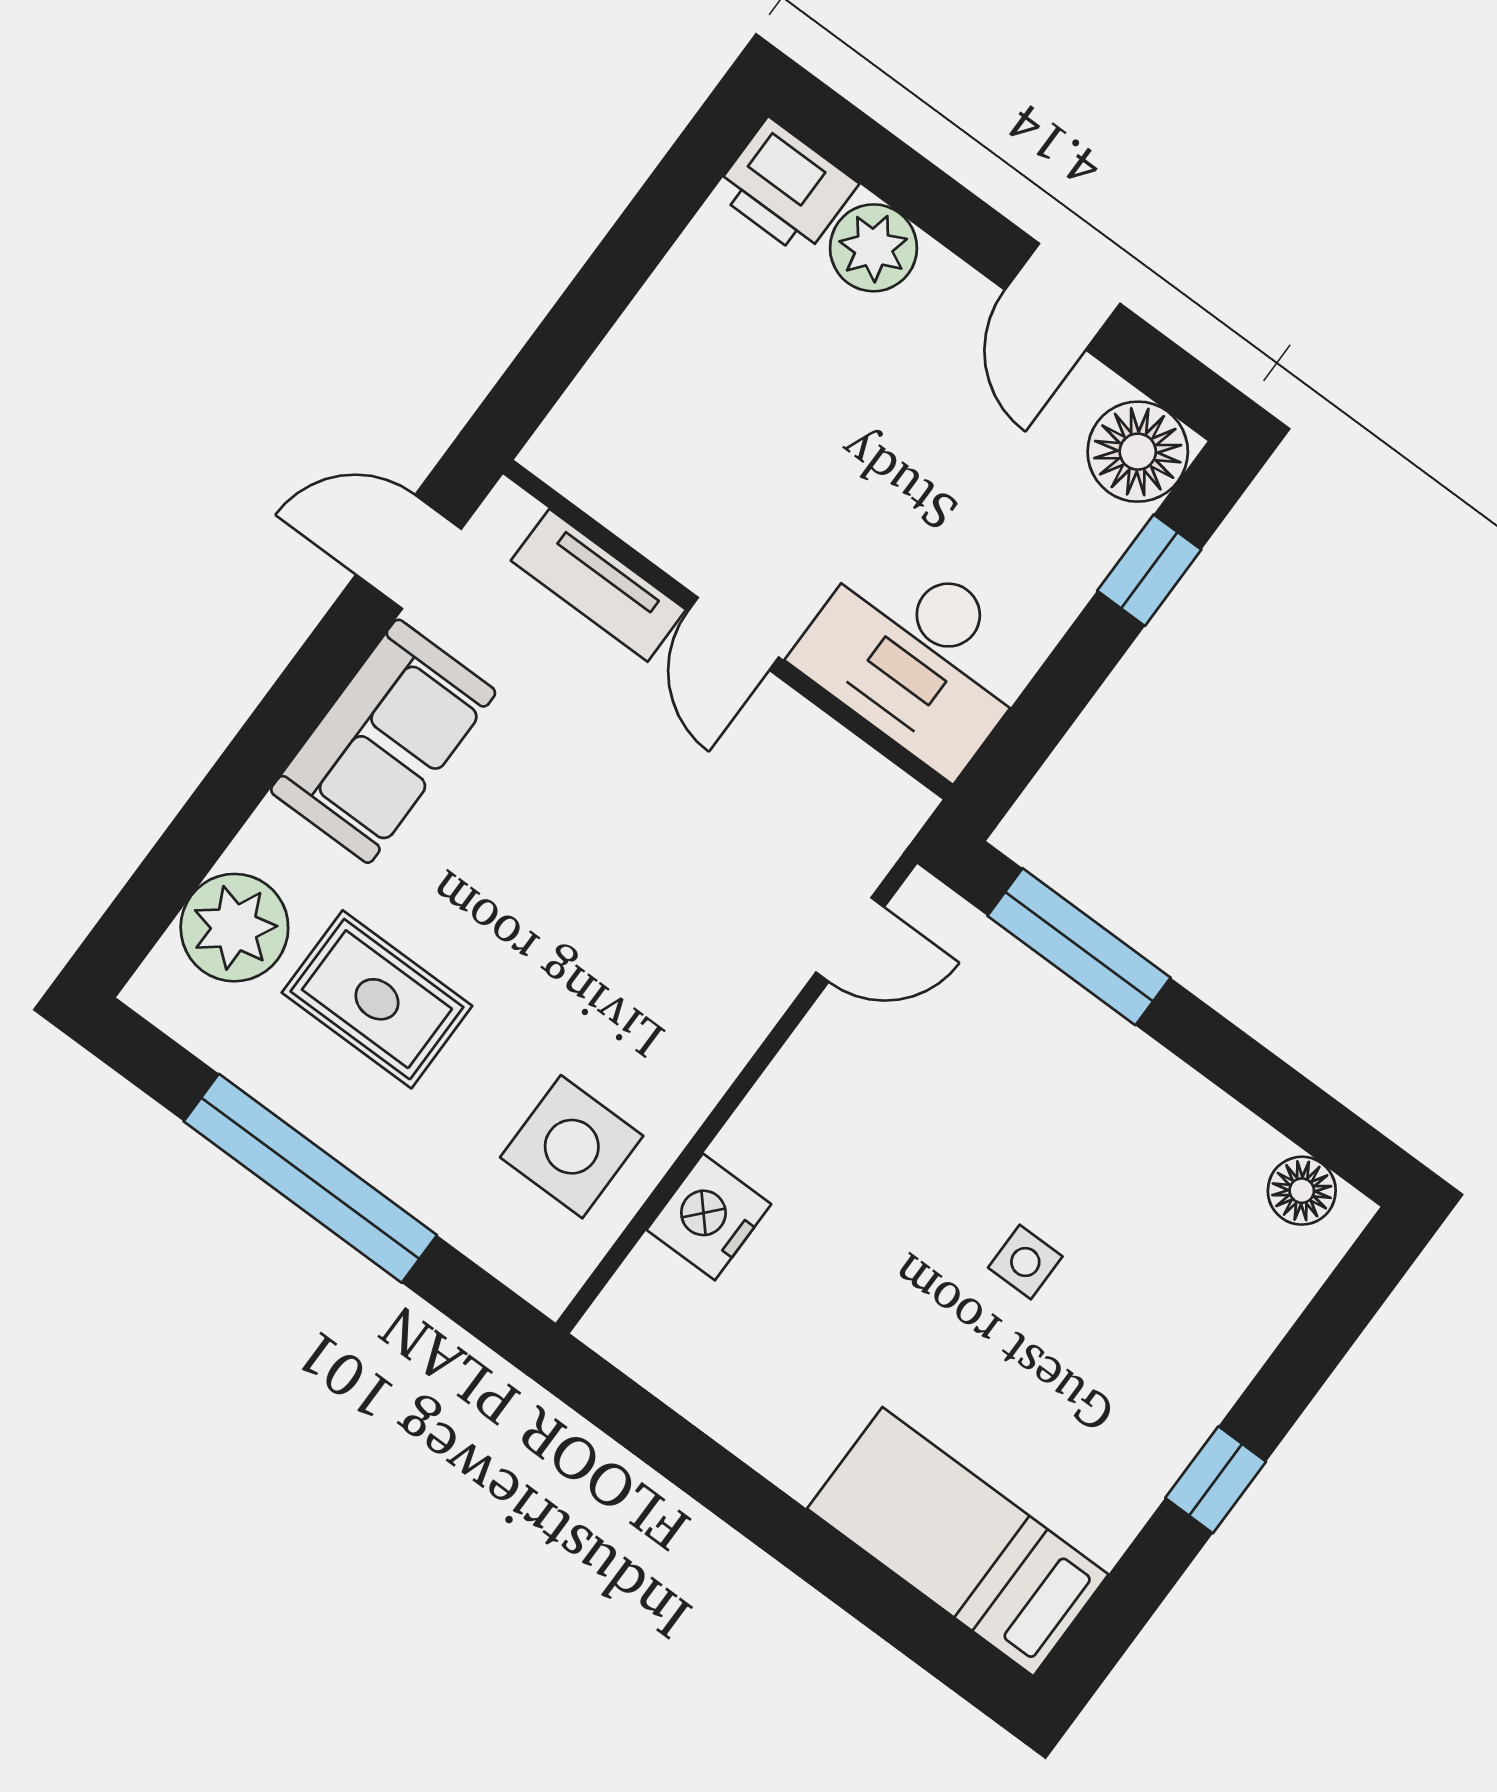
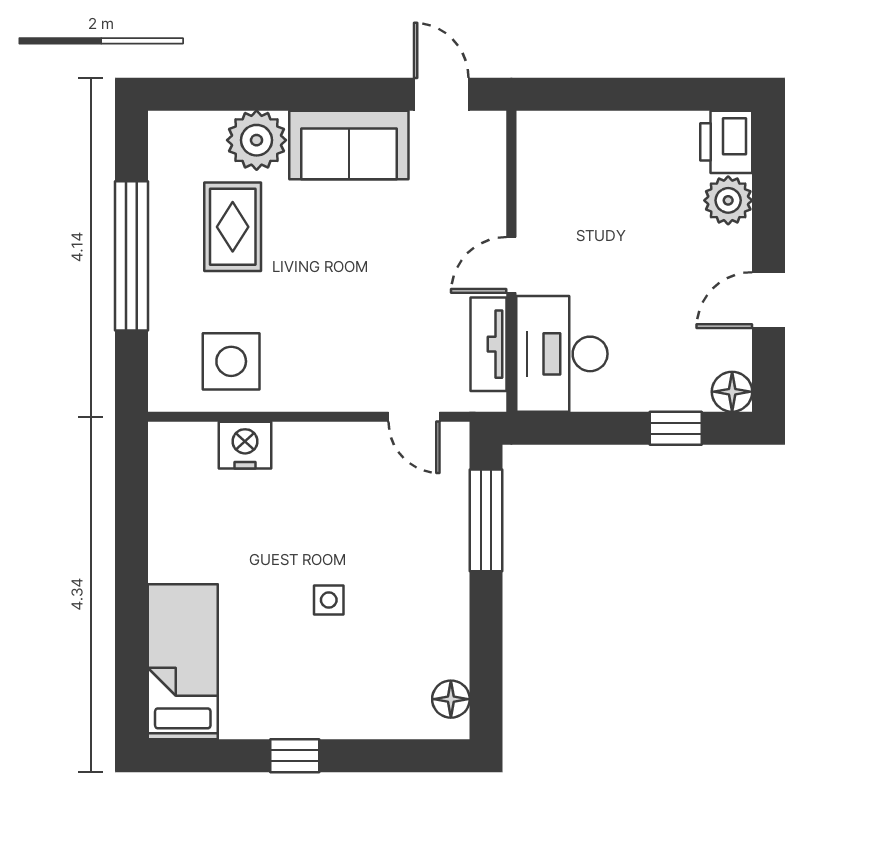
floor lamp: (1138, 452) -> (732, 392), width x0.73, depth x0.73
tv unit: (598, 585) -> (489, 344), moved
plant: (234, 928) -> (257, 140), moved

